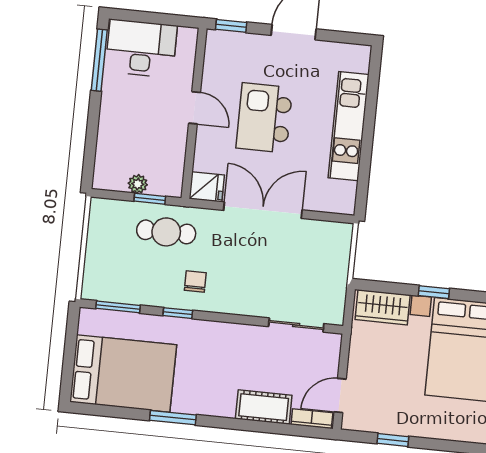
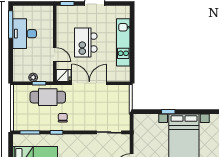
desk: (141, 48) -> (25, 34), moved, turned -90
door: (195, 108) -> (55, 55), moved
cafe table: (166, 232) -> (48, 97), width x1.37, depth x1.35
wardrobe: (383, 307) -> (146, 121), removed

